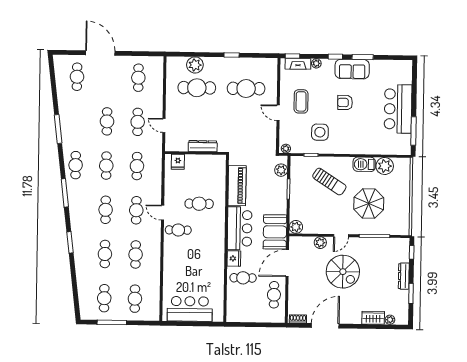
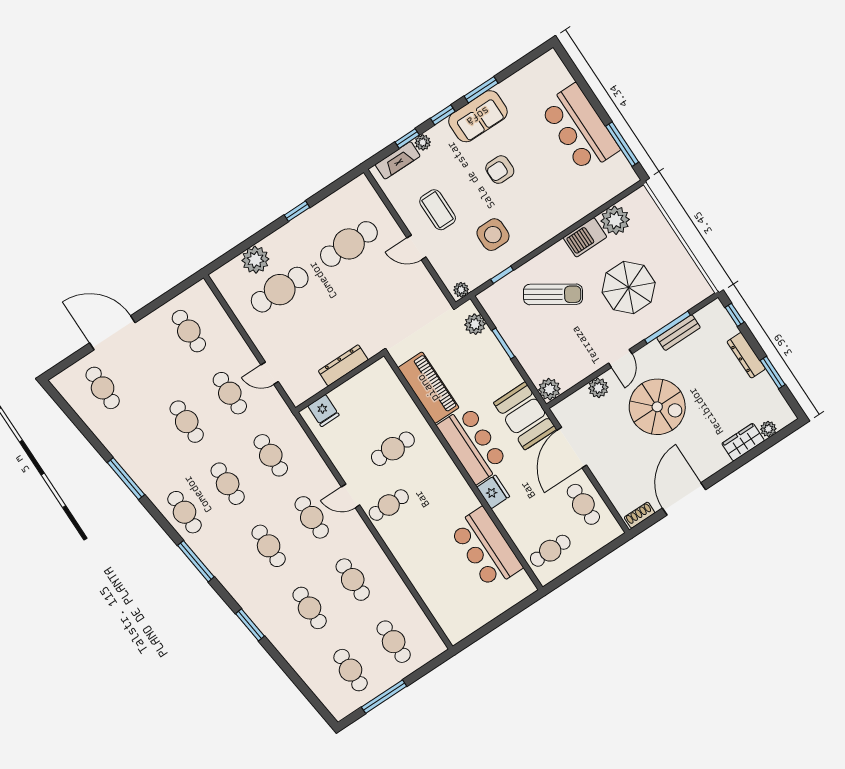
window: (293, 56) -> (407, 138), moved
bench: (378, 242) -> (679, 333), added
cafe table: (243, 278) -> (550, 551), moved
bar counter: (190, 309) -> (486, 548), moved, turned -90

